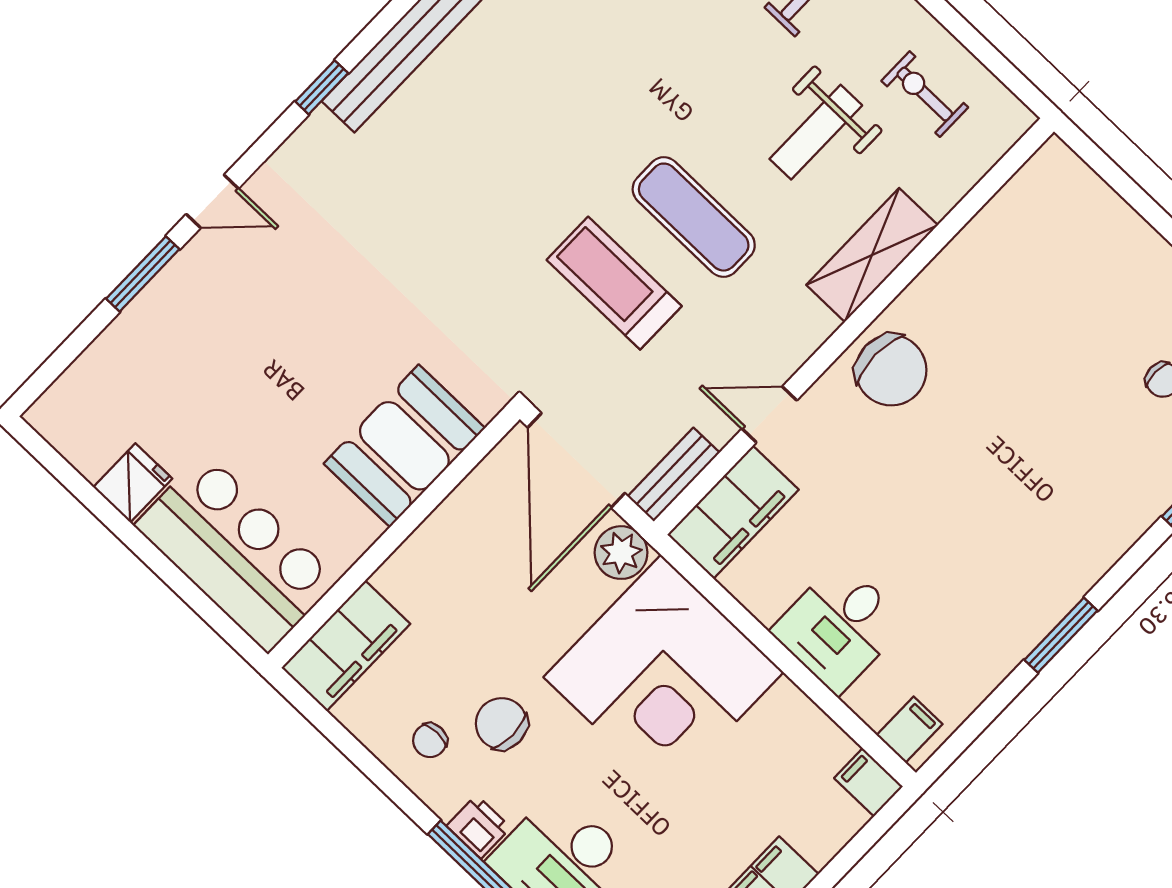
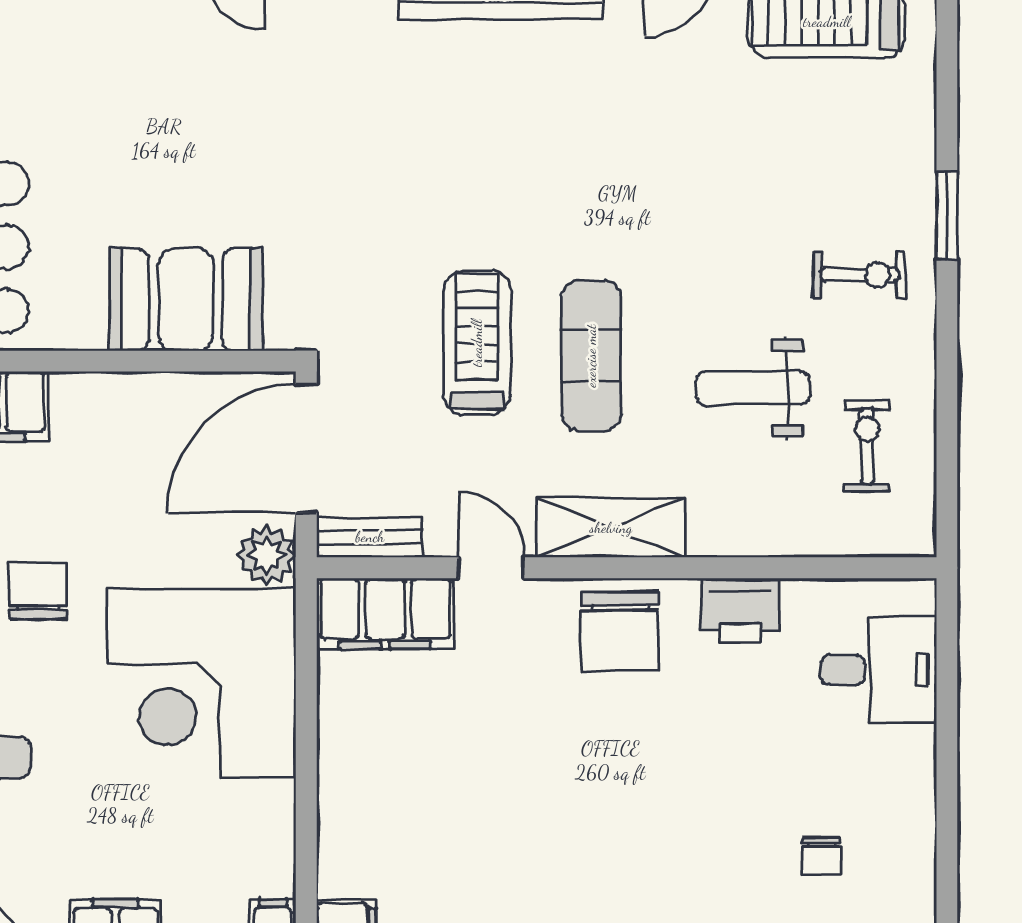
shelving: (872, 255) -> (611, 528), moved
printer: (952, 279) -> (740, 611), added
desk: (839, 627) -> (879, 670), moved, turned 180

